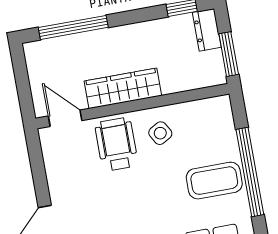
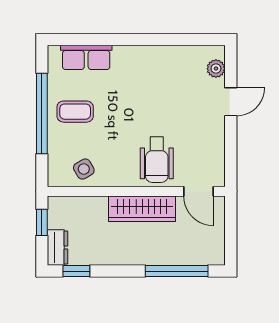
window: (229, 54) -> (42, 222), width x0.67
side table: (160, 133) -> (84, 169), moved
coffee table: (214, 181) -> (75, 112), width x0.73, depth x0.77

